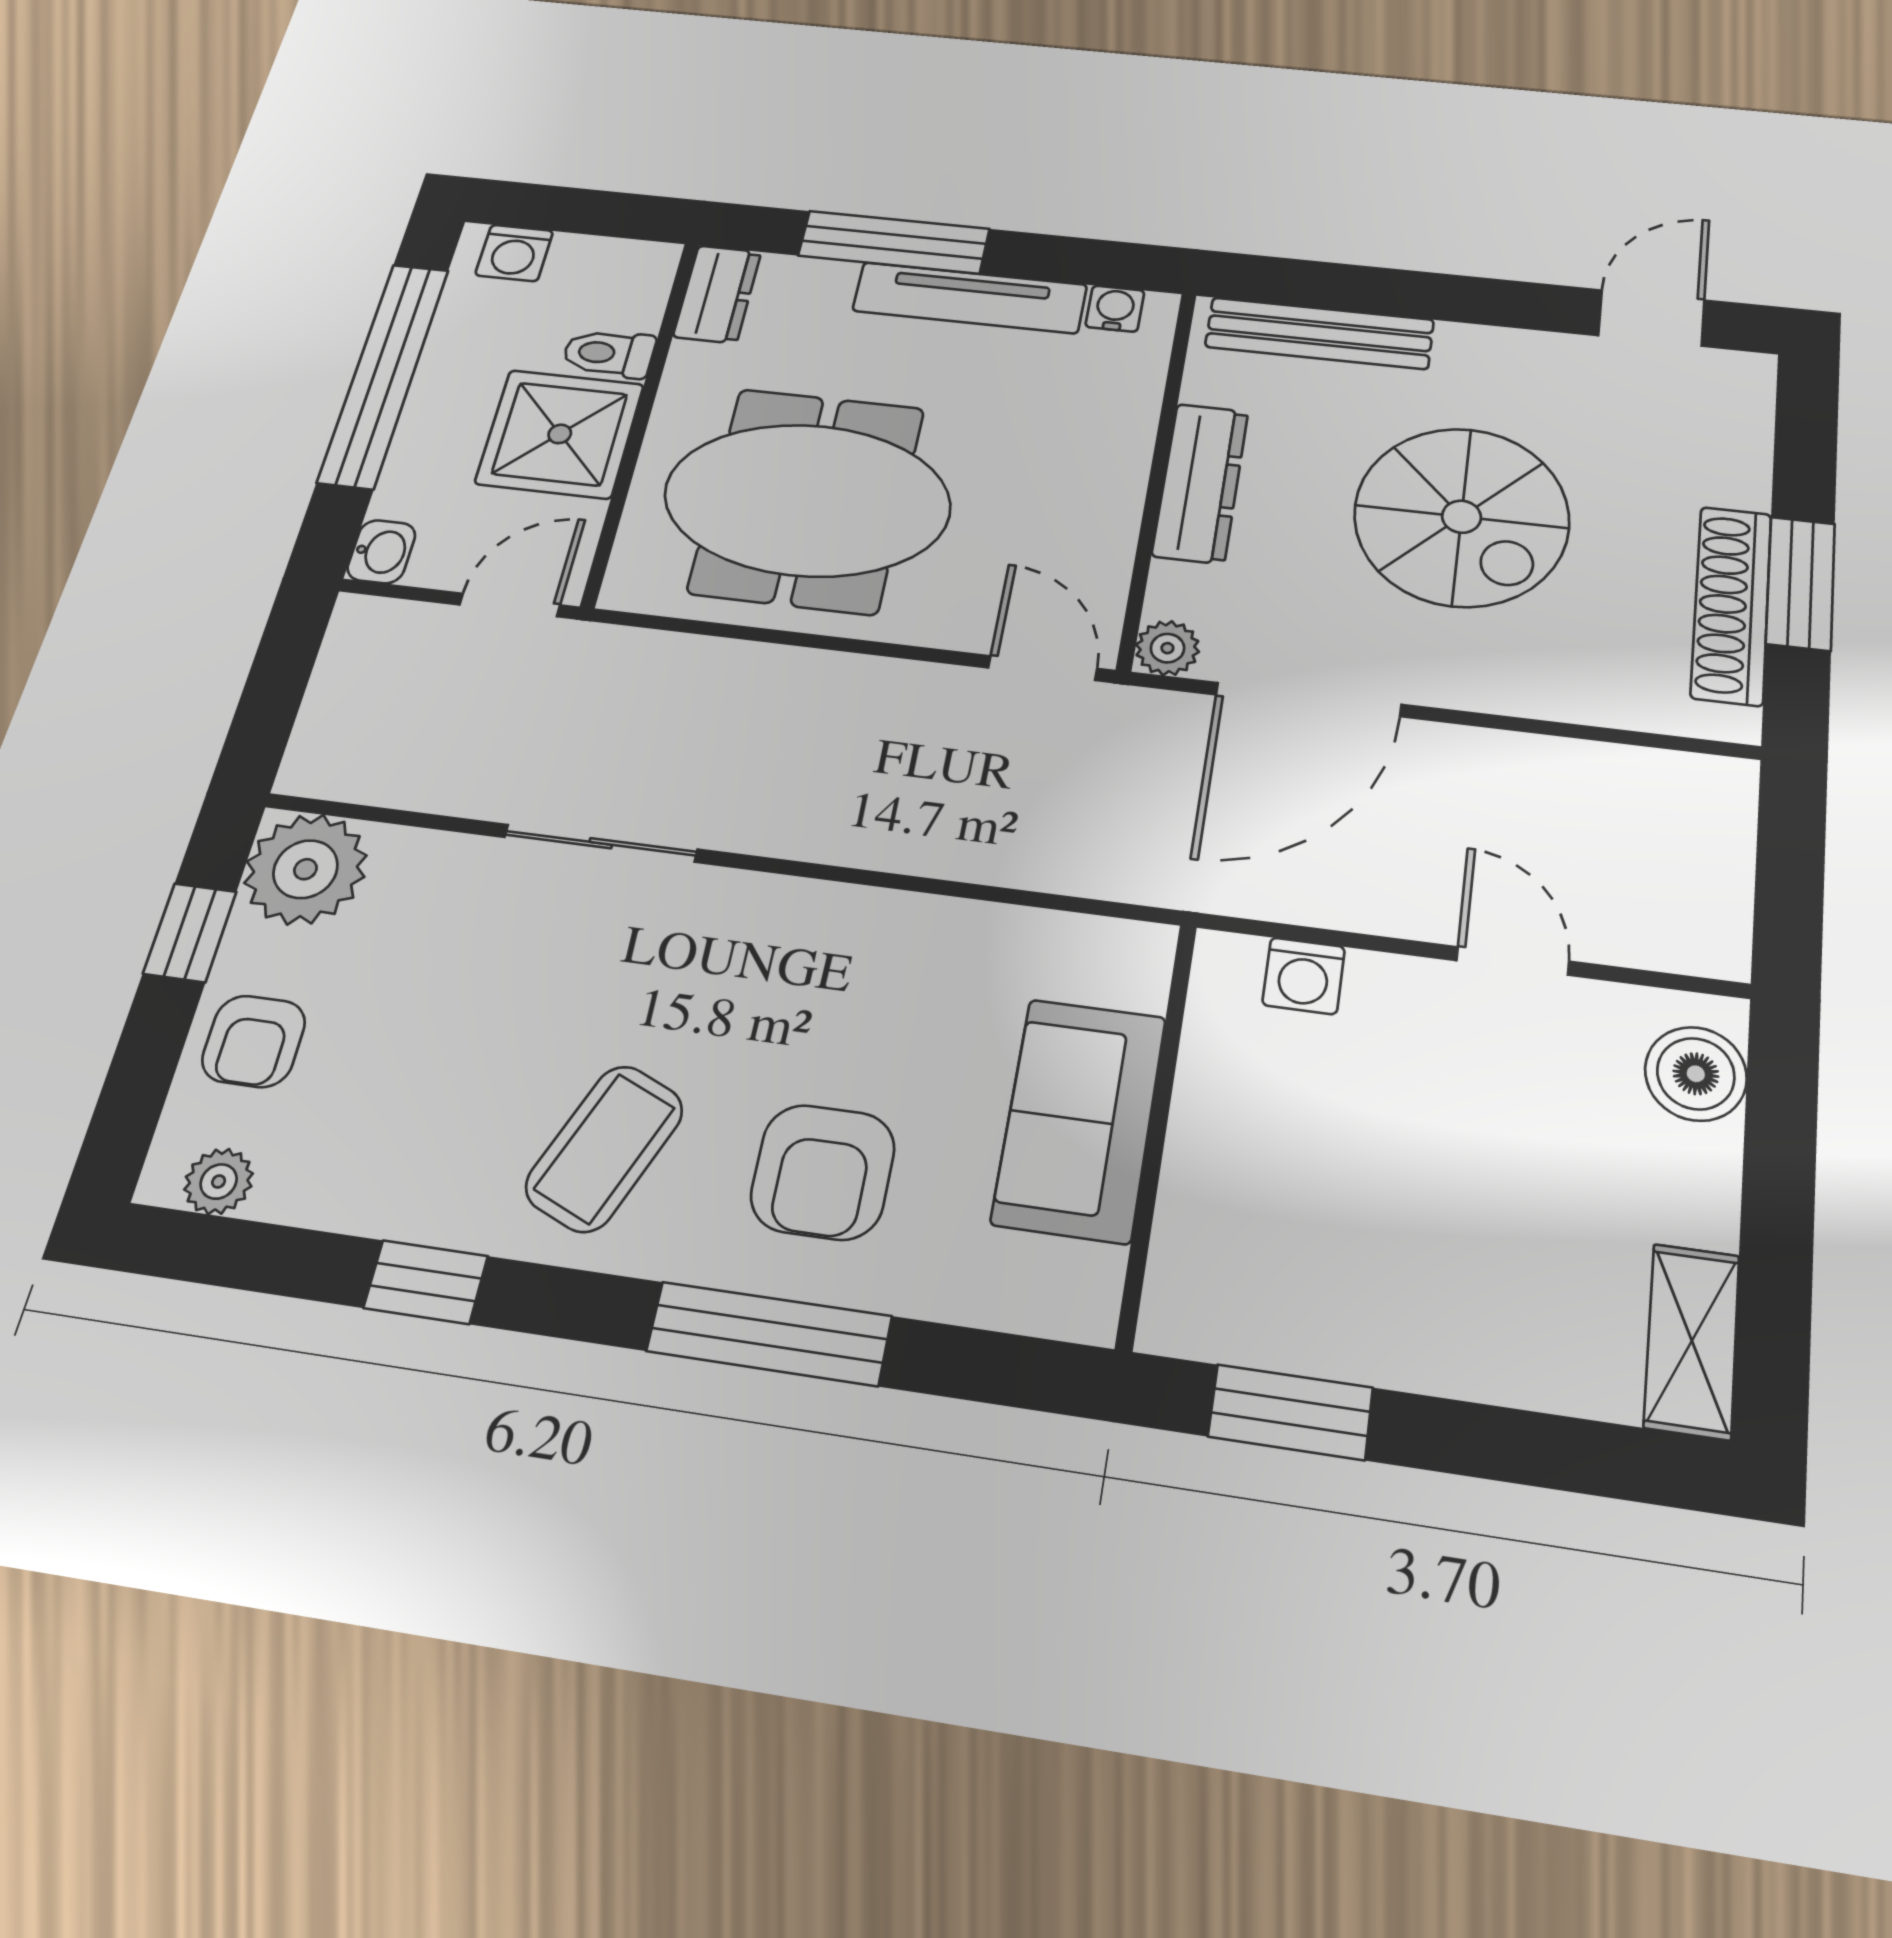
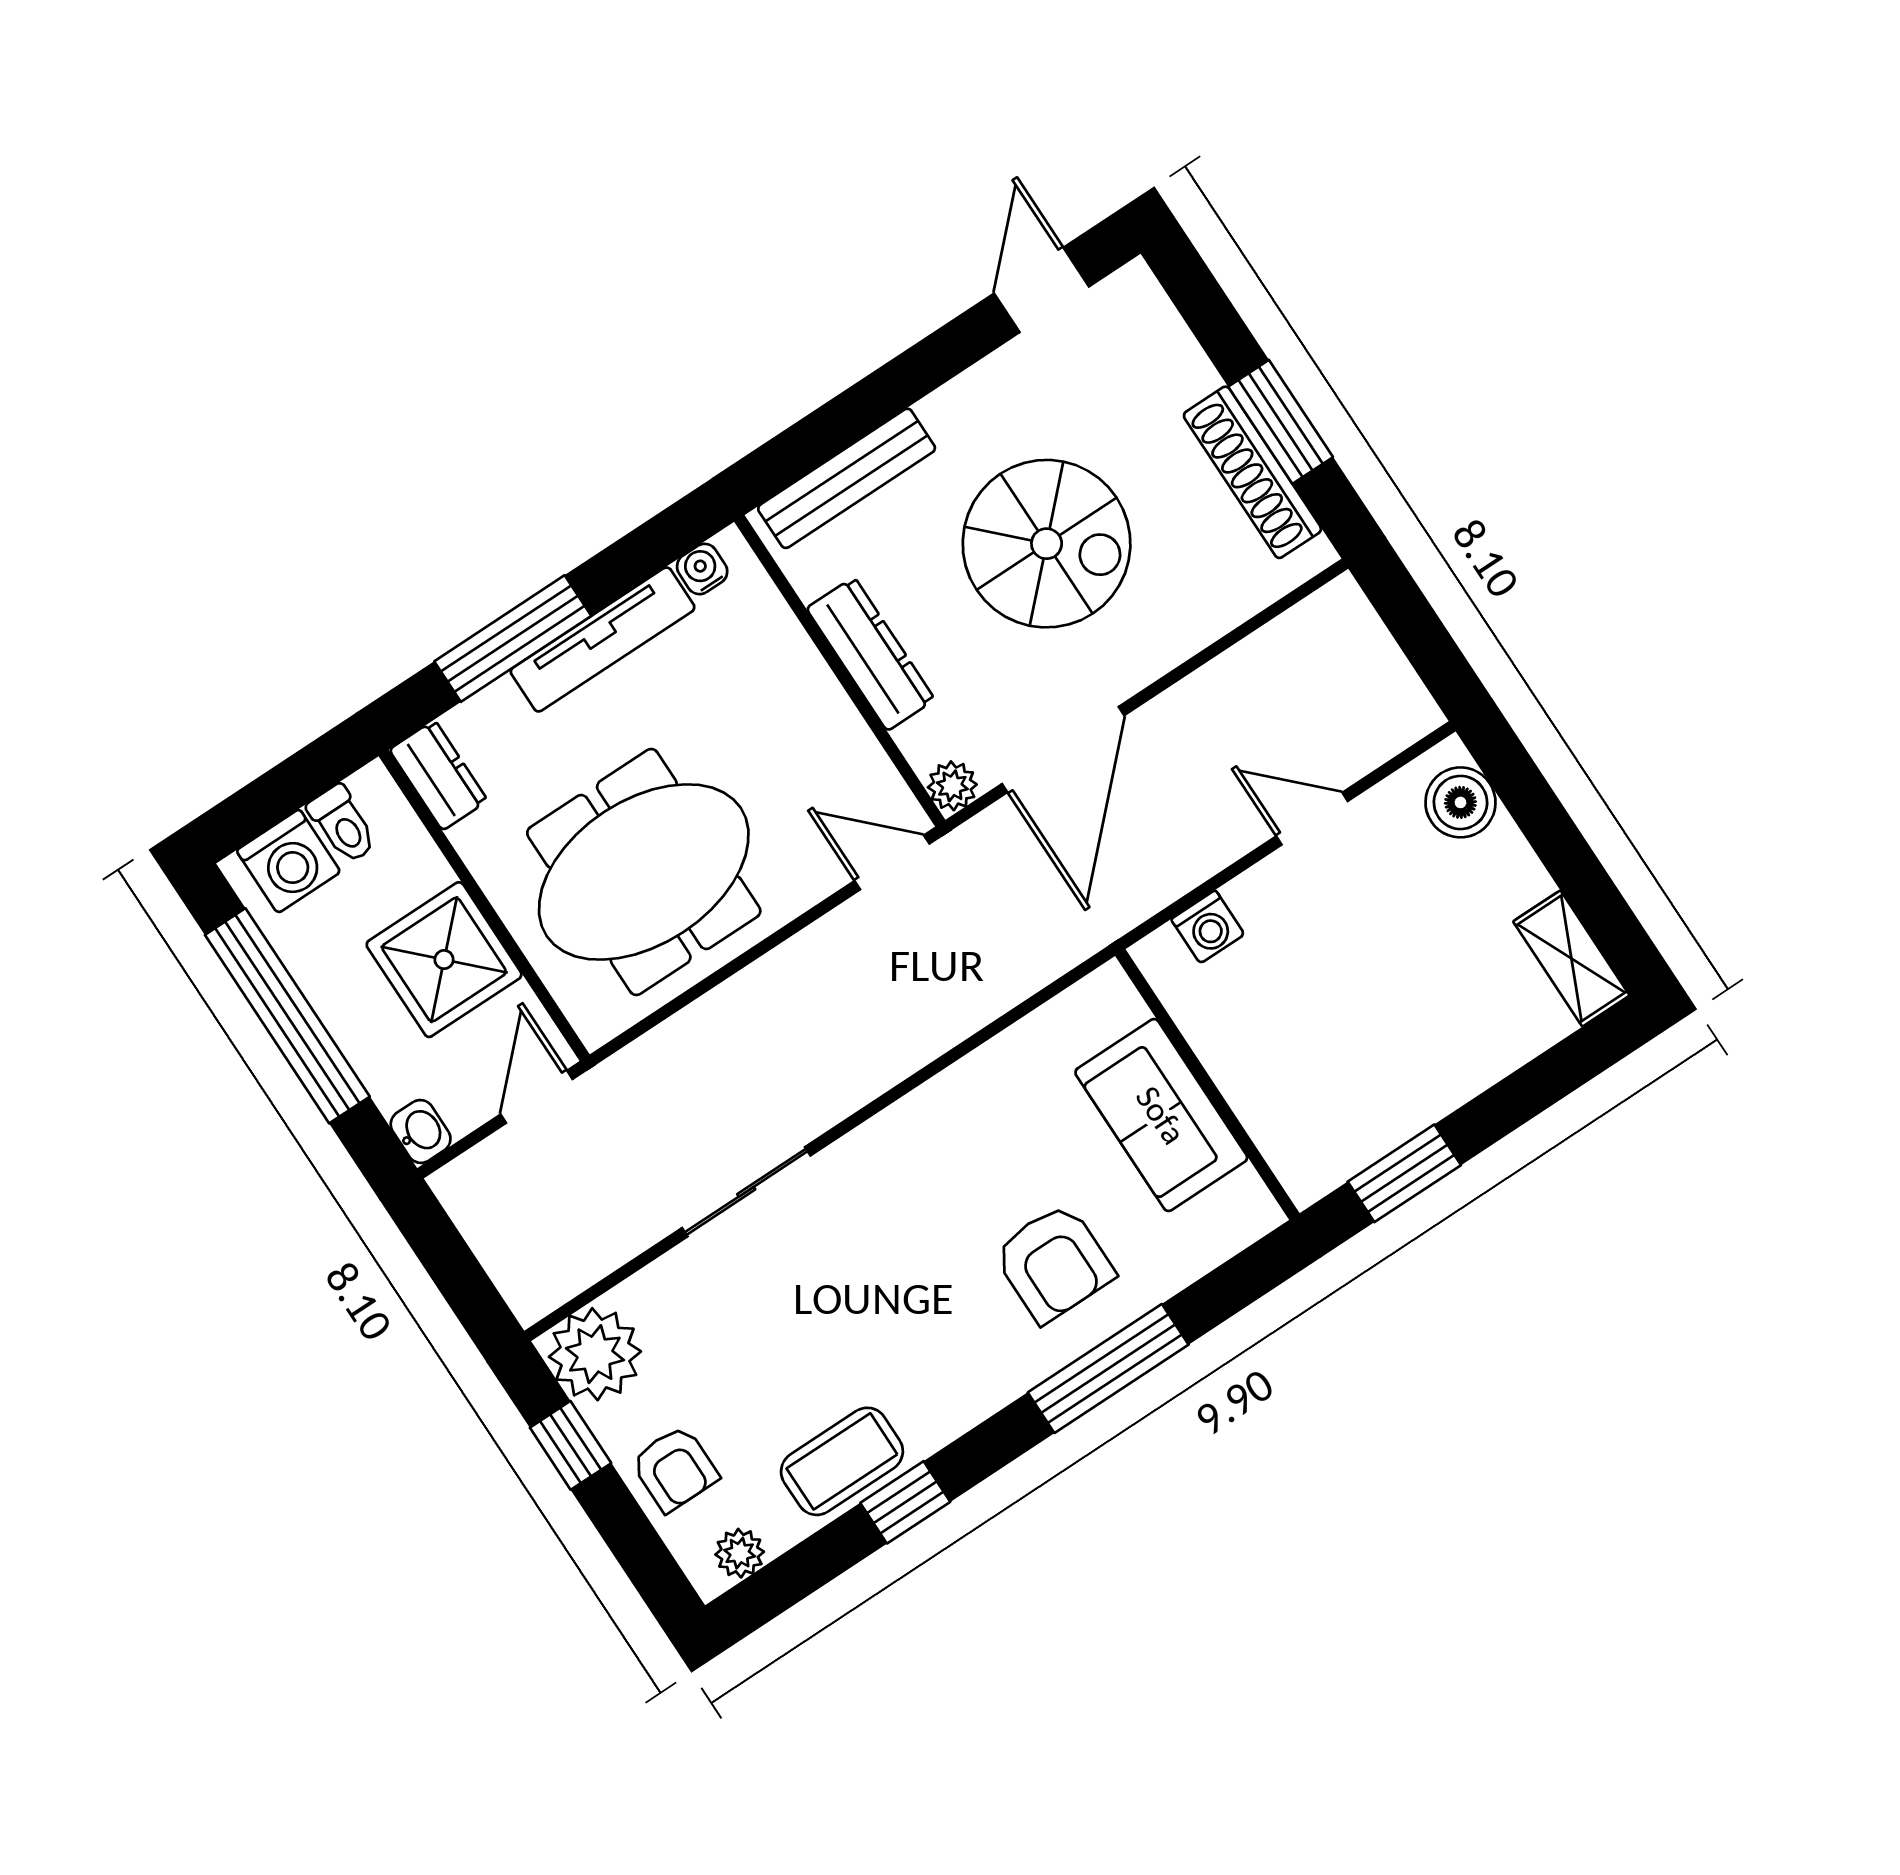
washing machine: (514, 253) -> (288, 861), width x1.38, depth x1.38
toilet: (609, 353) -> (343, 824), moved, turned -90
coffee table: (604, 1148) -> (842, 1461), moved, turned 67

